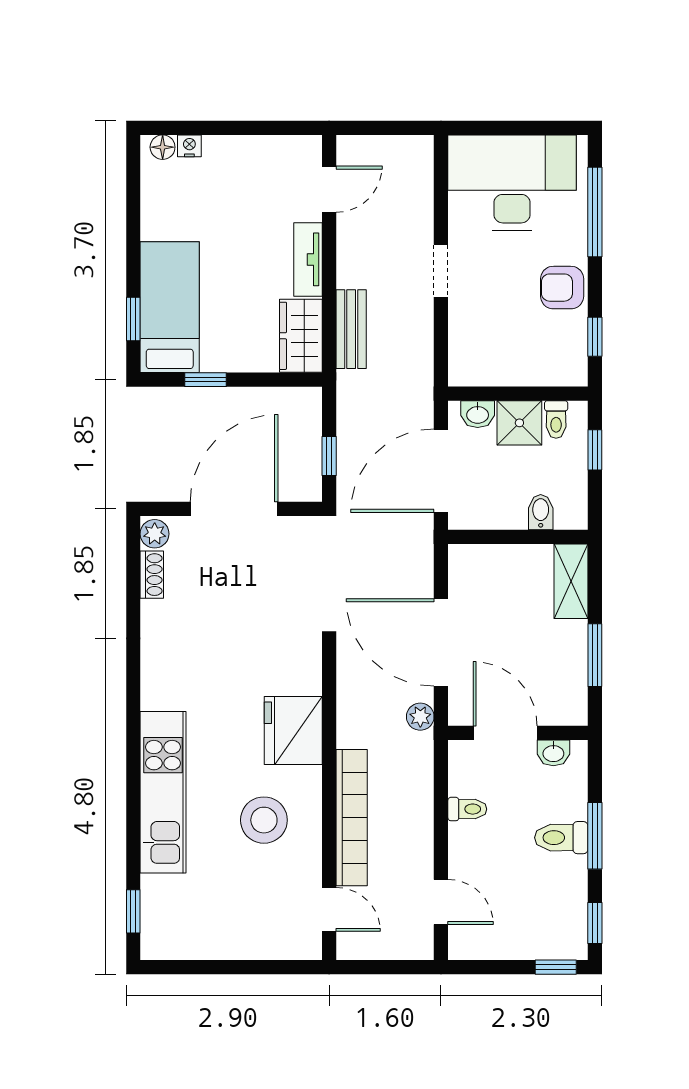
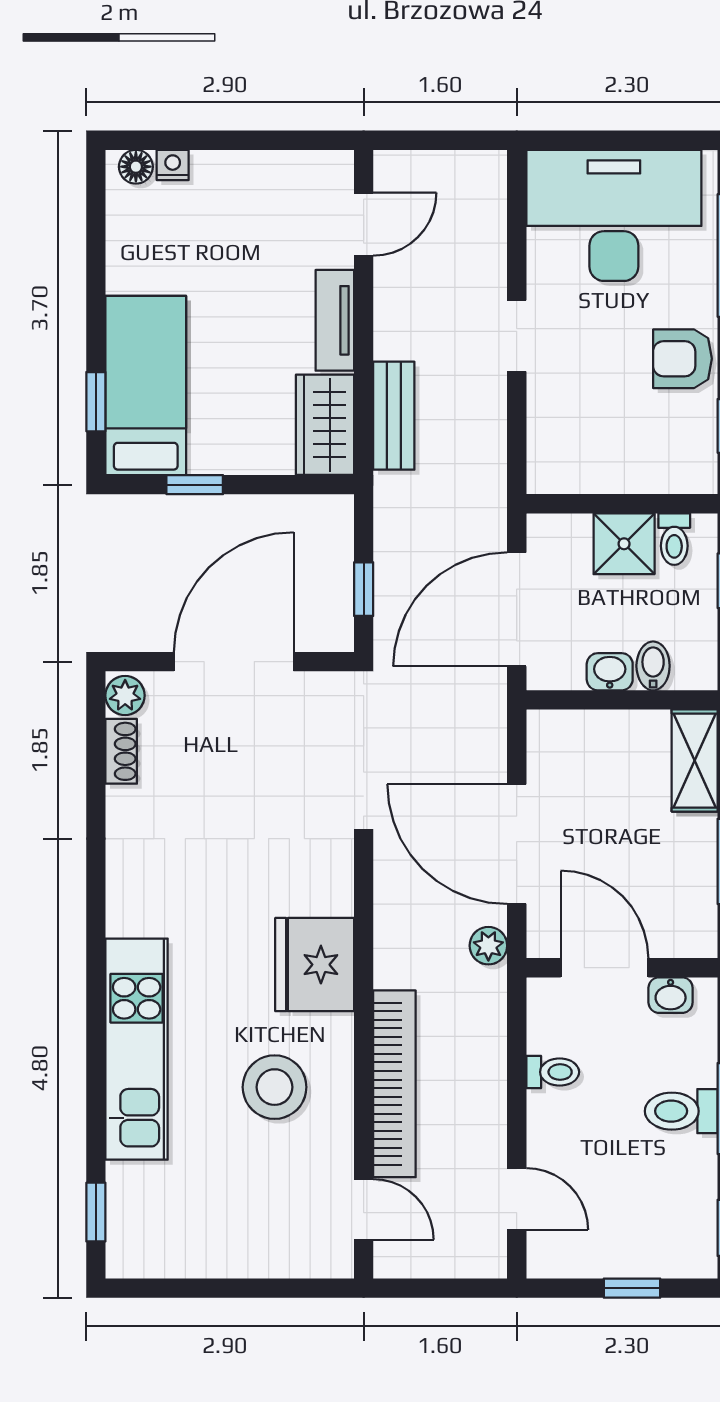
washbasin: (478, 414) -> (610, 672), moved, turned 180
window: (556, 967) -> (632, 1288), moved

